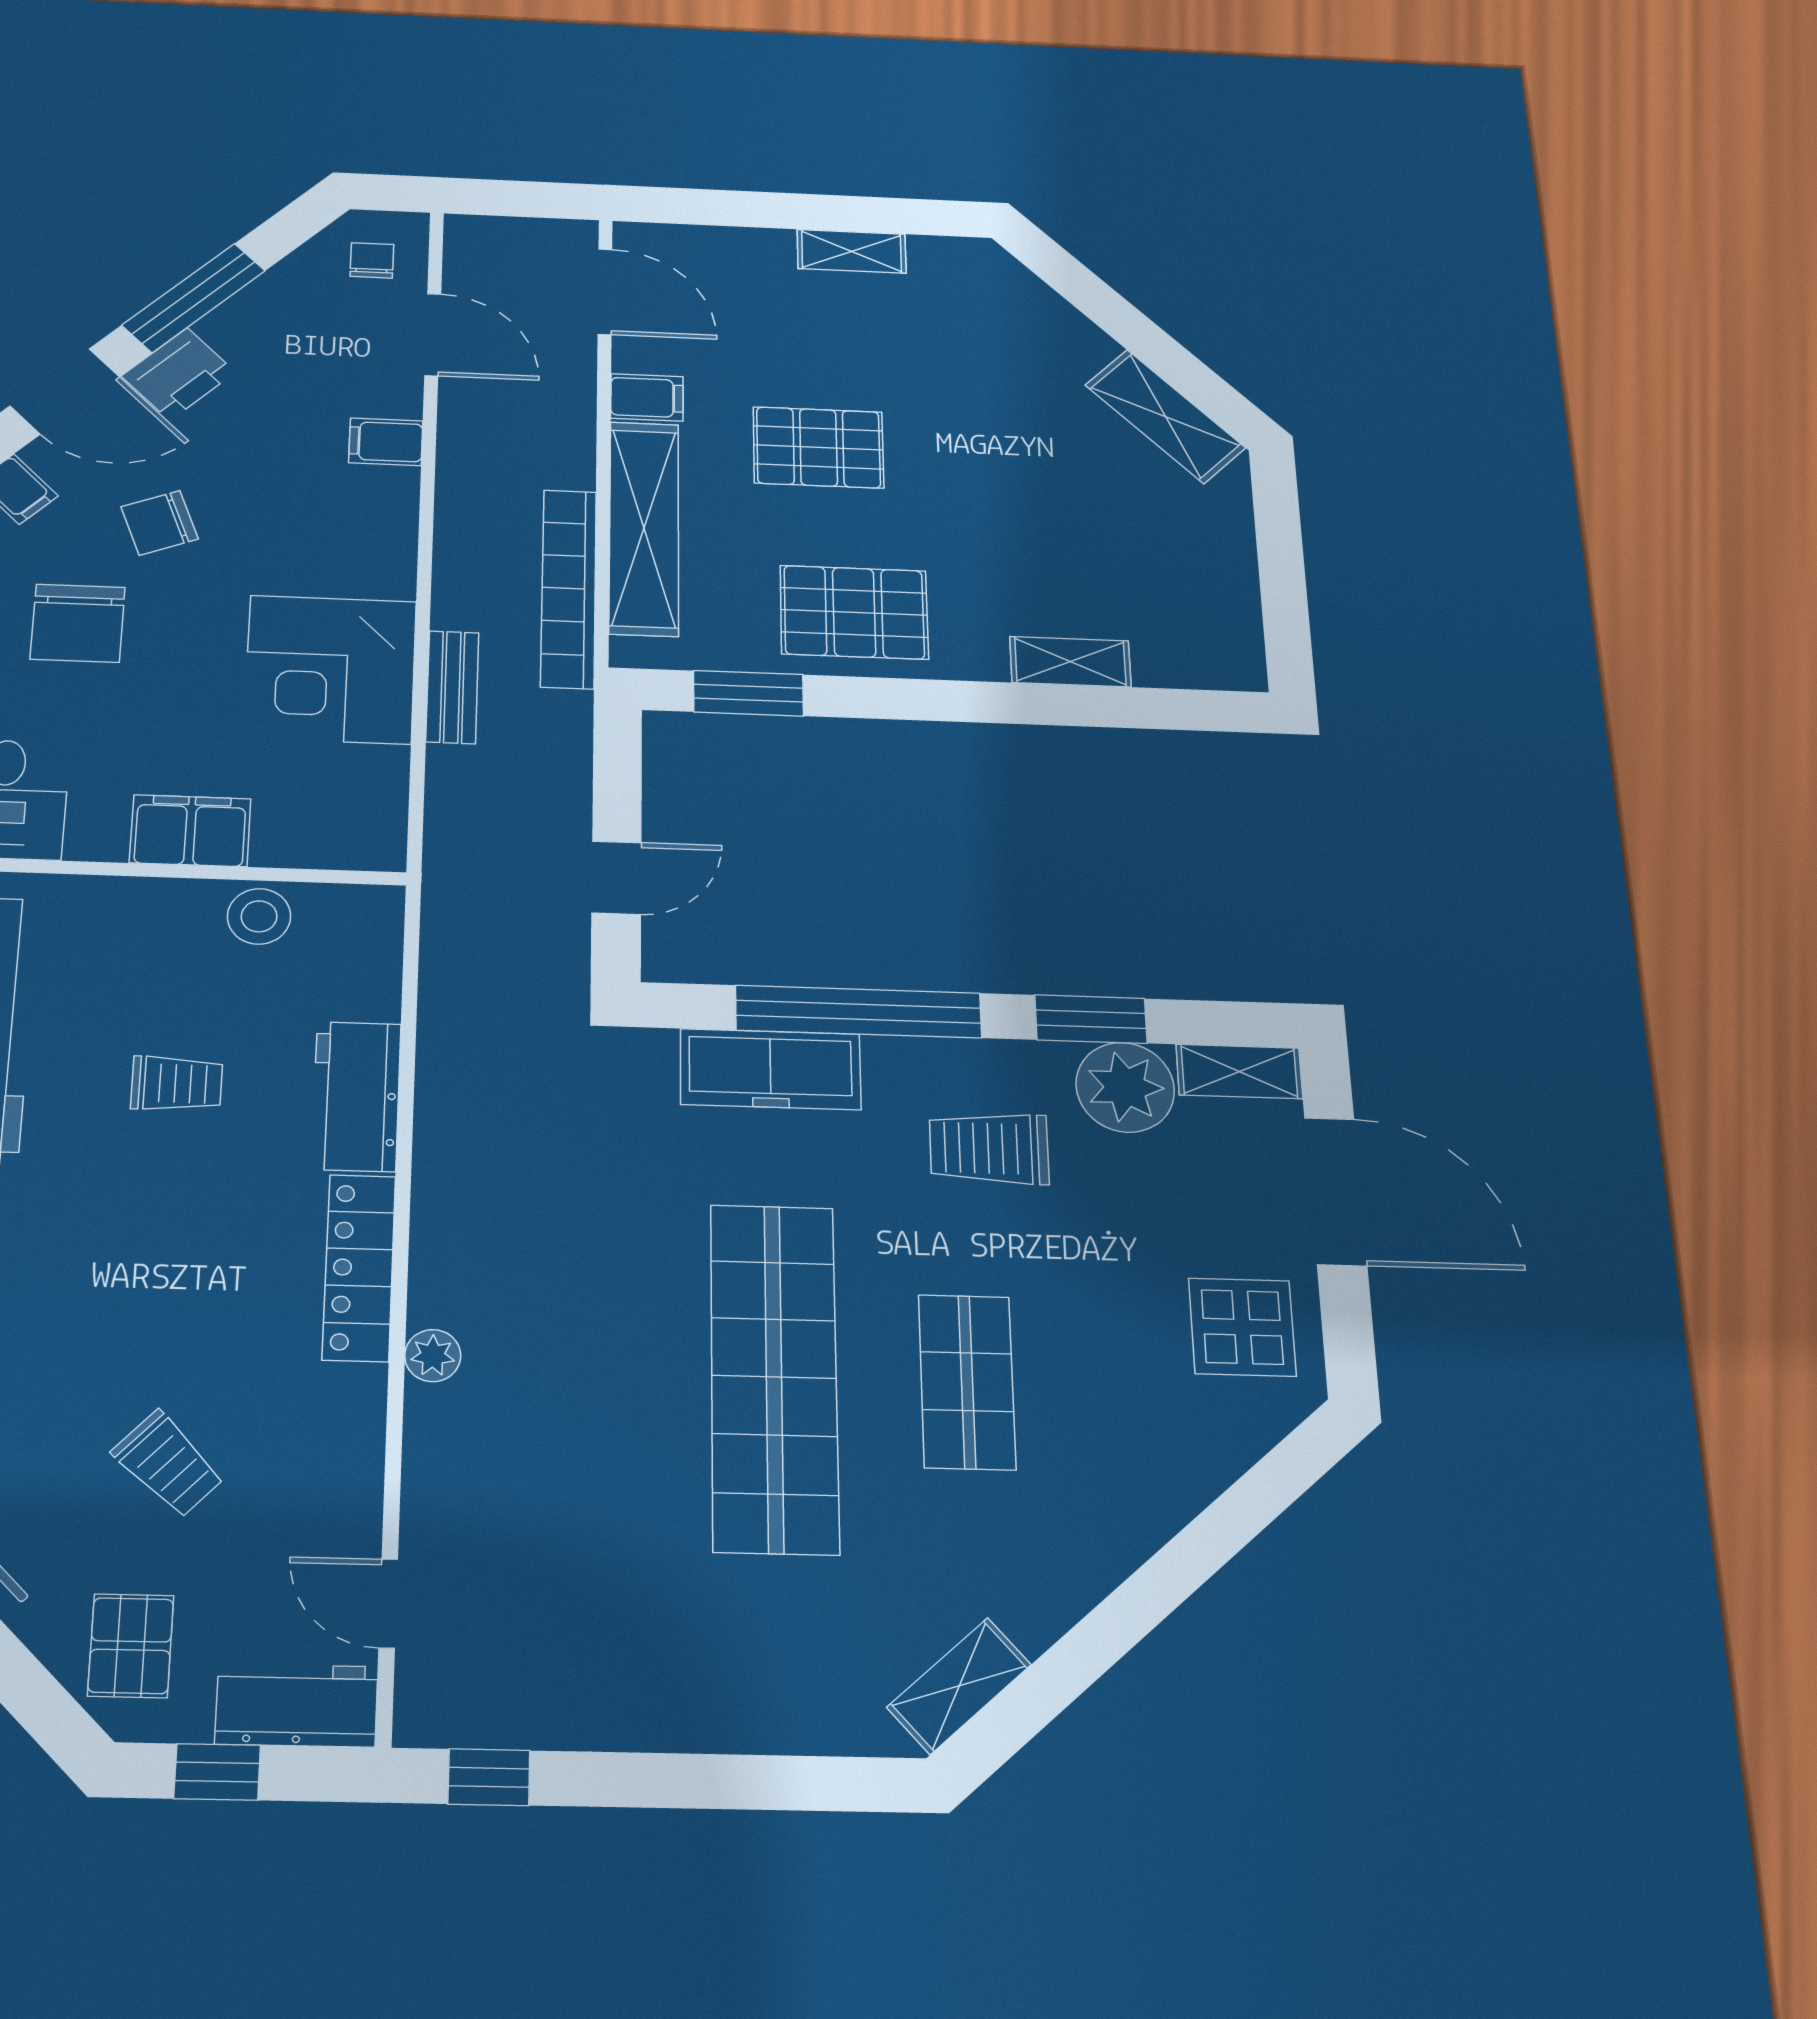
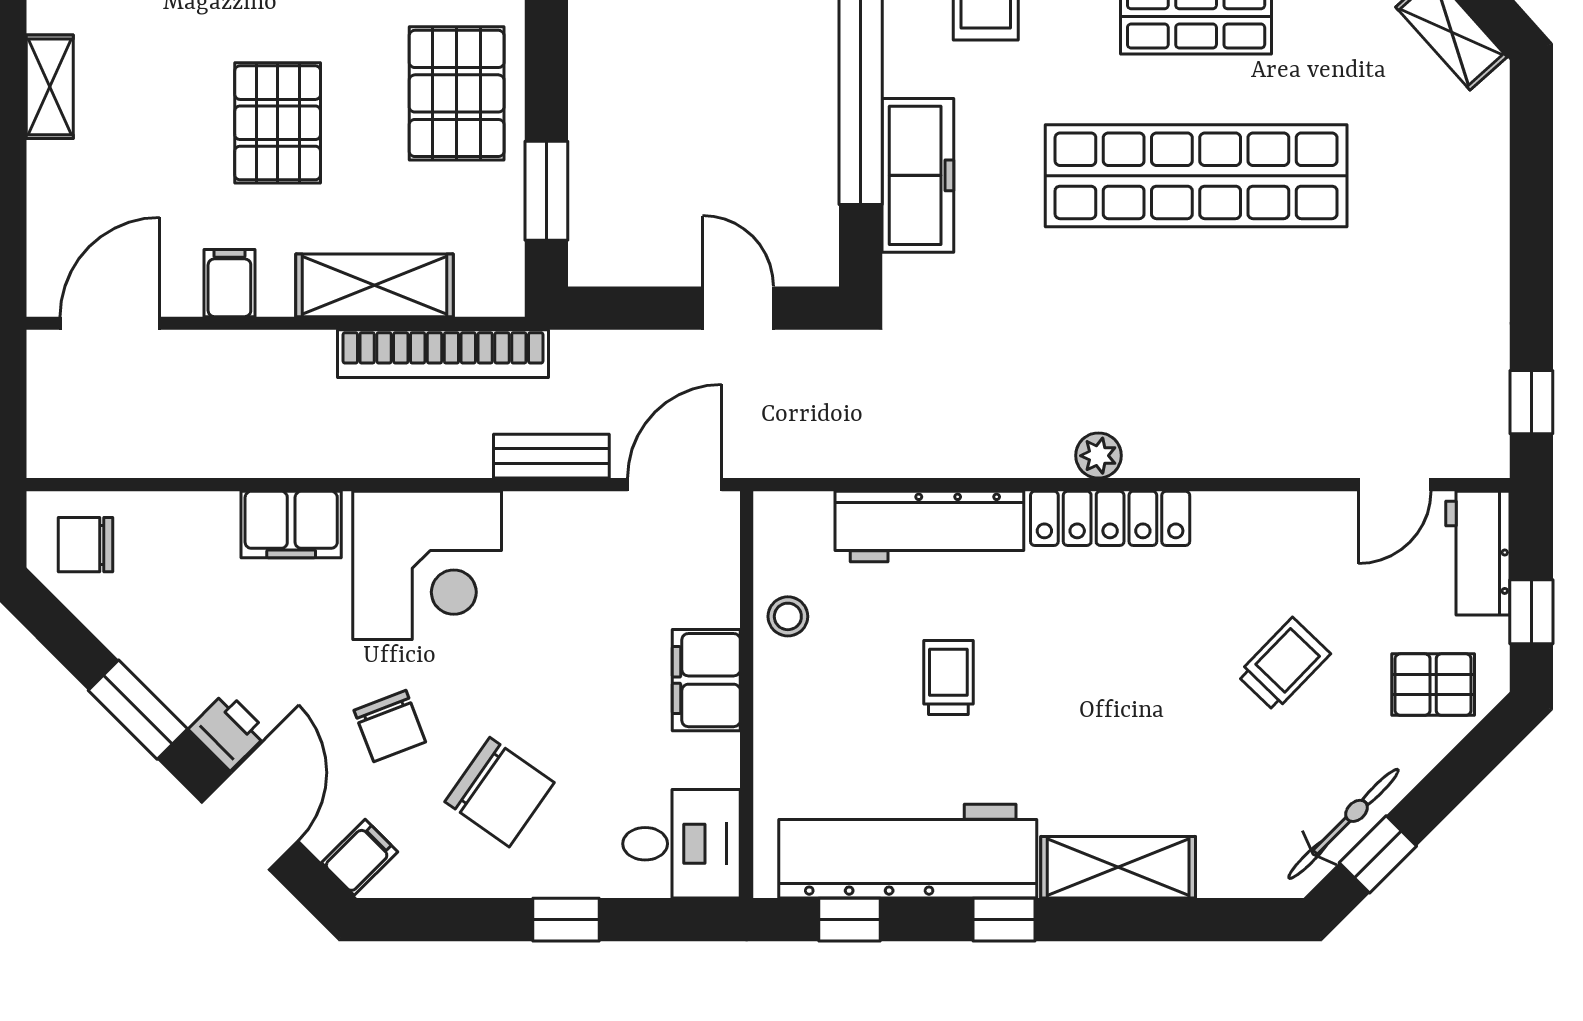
chair: (372, 260) -> (85, 545), width x1.37, depth x1.37
window: (194, 298) -> (138, 710), width x0.69
door: (433, 335) -> (675, 485), moved
printer: (179, 374) -> (228, 731), width x0.73, depth x0.81
filing cabinet: (386, 442) -> (291, 524), width x2.00
shelving: (644, 528) -> (375, 285), width x0.68
chair: (78, 623) -> (500, 792), turned 35
corner desk: (330, 669) -> (427, 565), moved
stool: (259, 916) -> (788, 616), width x0.73, depth x0.73
workbench: (356, 1096) -> (929, 527), width x1.38
plant: (433, 1356) -> (1099, 456), moved

